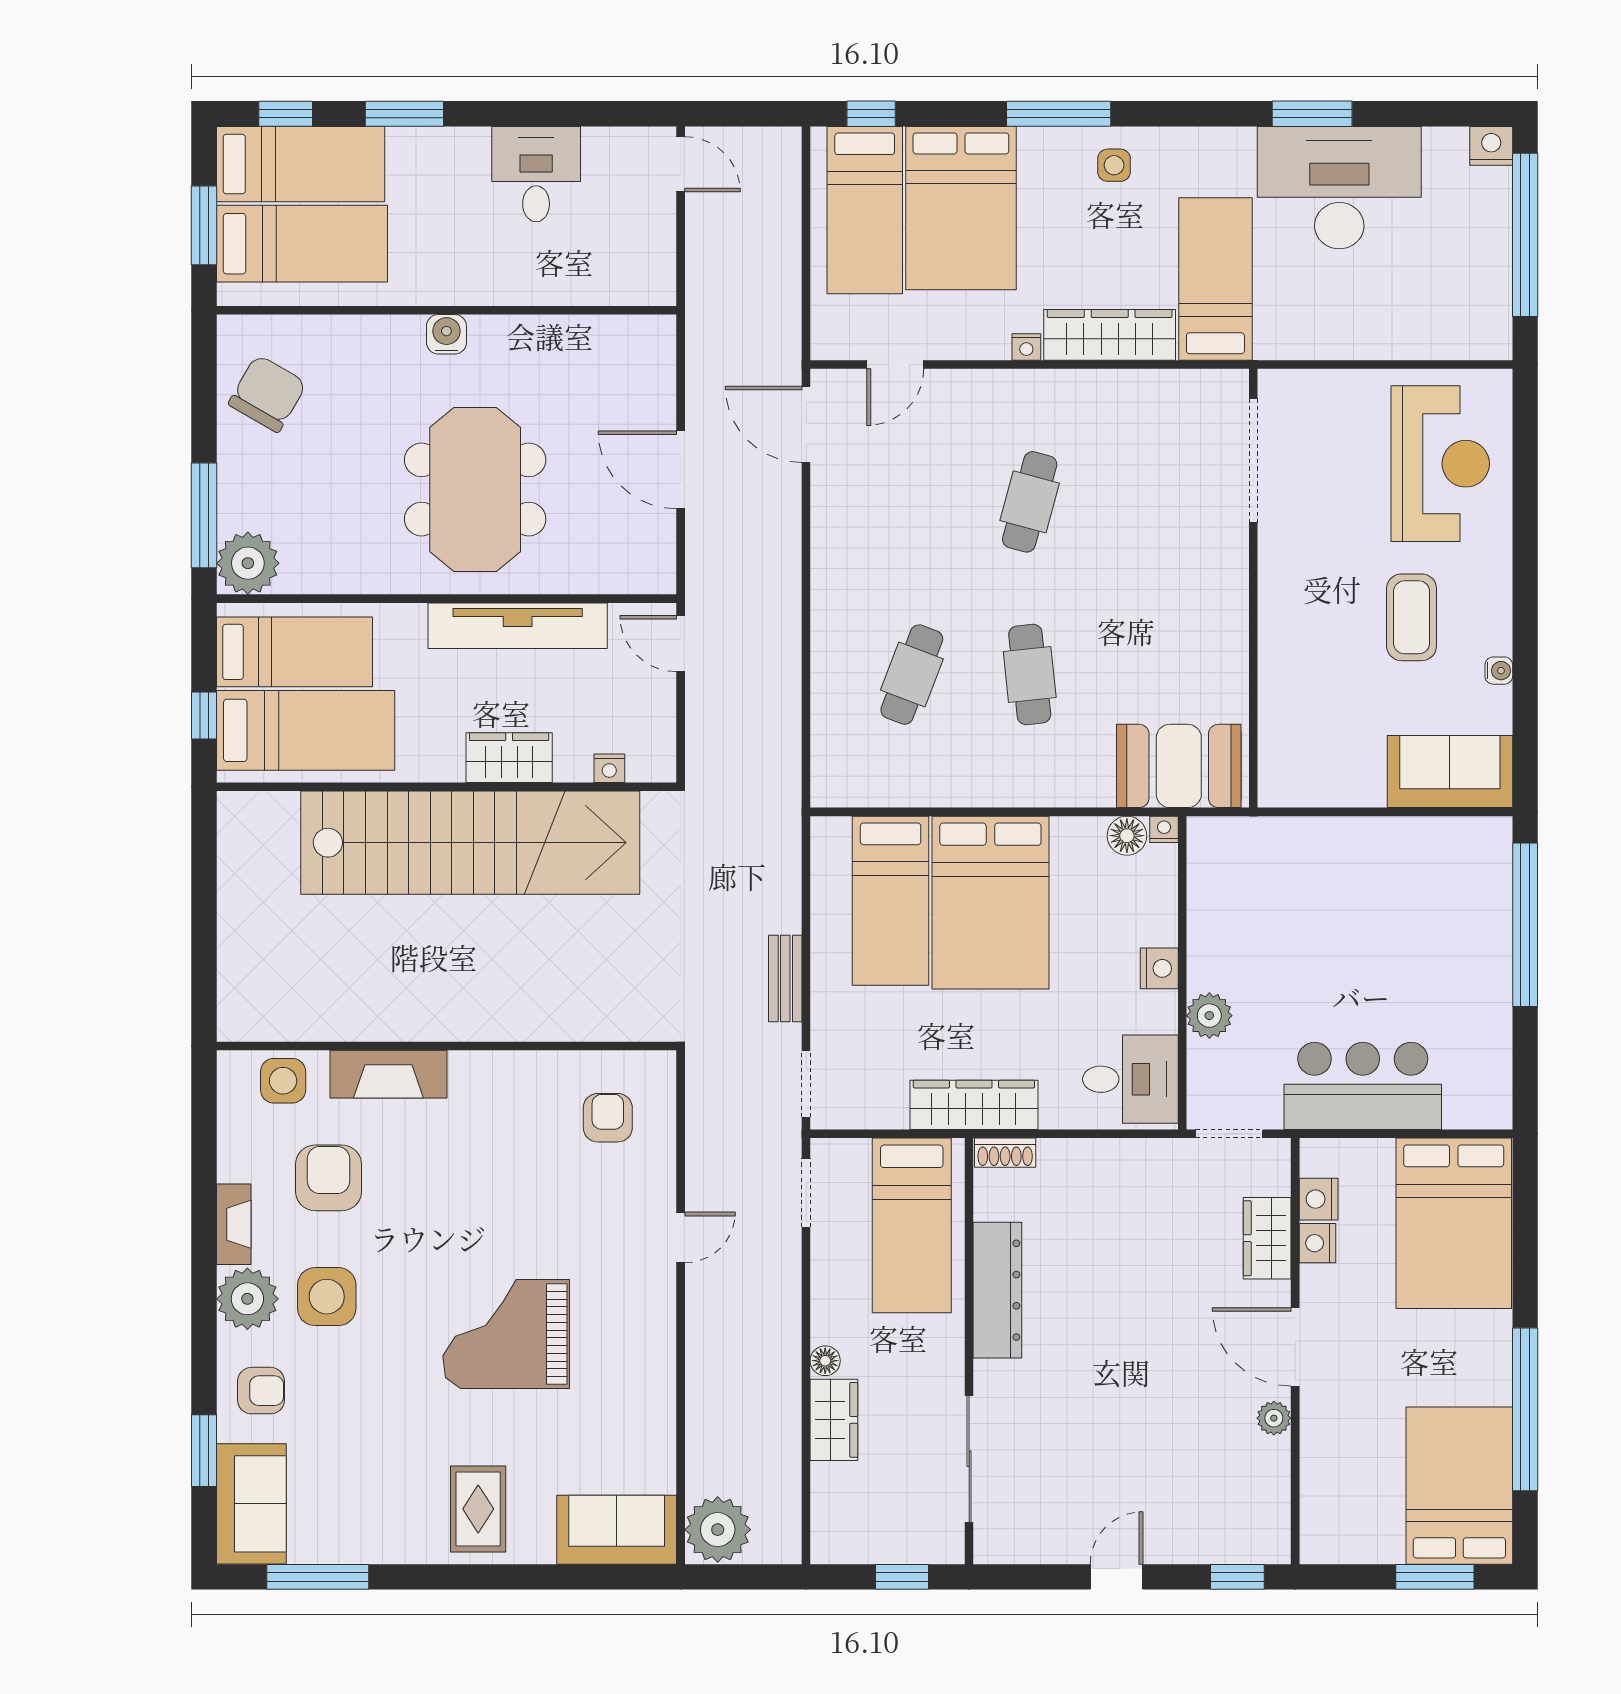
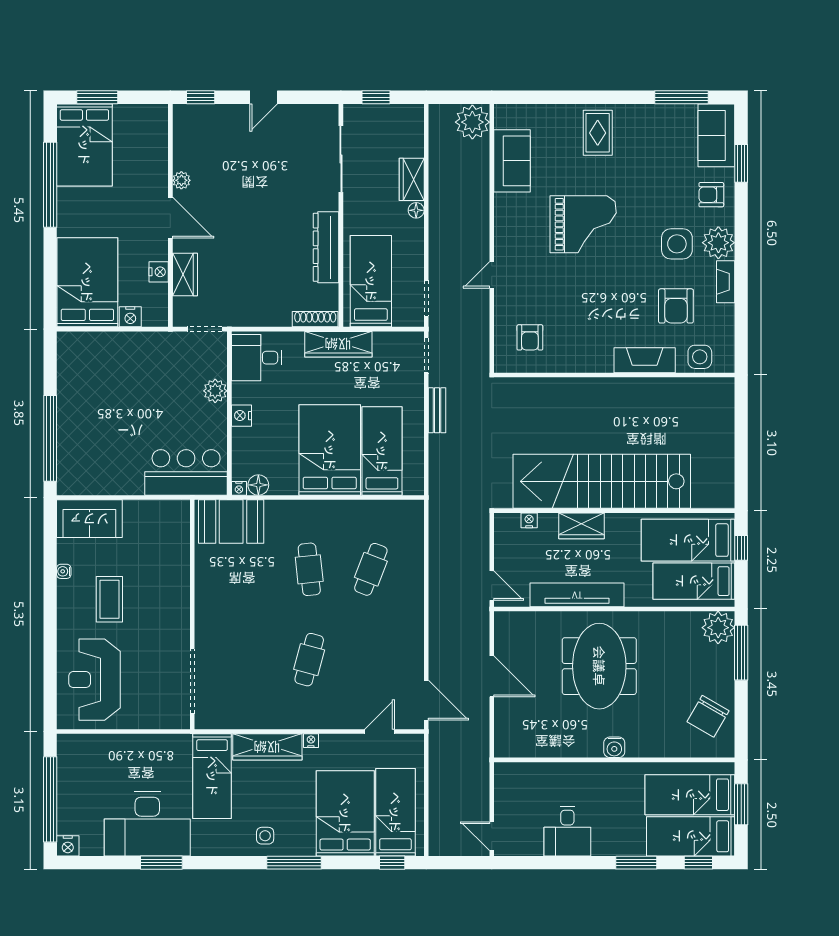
bar counter: (1363, 1086) -> (186, 472), moved, turned 180
shoe rack: (1005, 1153) -> (315, 319), width x1.43
nightstand: (1319, 1199) -> (130, 317), moved, turned 90
sofa: (617, 1530) -> (512, 161), moved, turned -90

